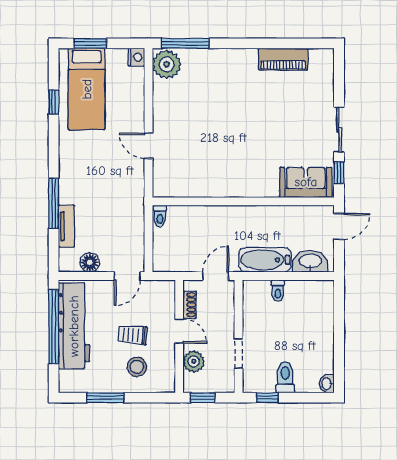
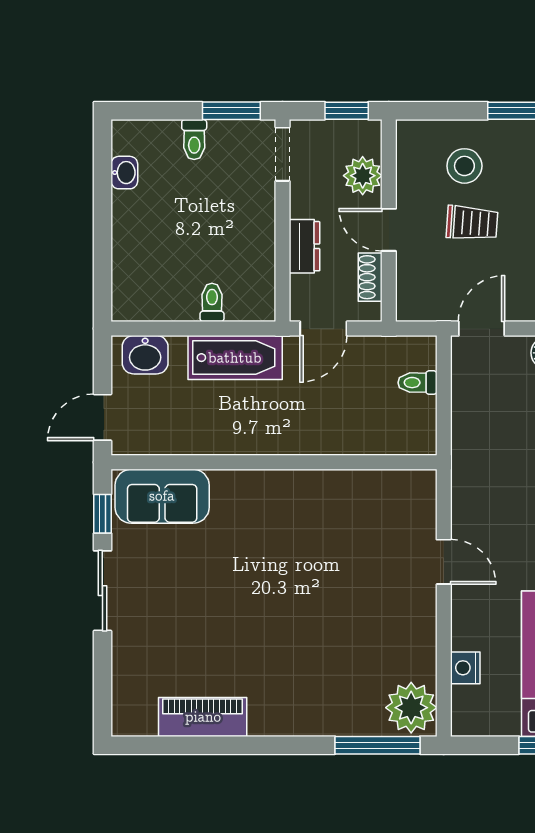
nightstand: (136, 57) -> (465, 668), moved
toilet: (160, 216) -> (418, 383), moved, turned -90
washbasin: (310, 261) -> (145, 355), width x0.72
dresser: (226, 322) -> (304, 246), added
doorway: (238, 353) -> (282, 154), moved
toilet: (285, 377) -> (194, 139), width x0.73, depth x0.72
washbasin: (327, 384) -> (124, 173), moved
window: (267, 398) -> (231, 111), width x1.50

